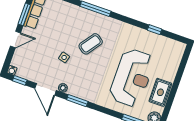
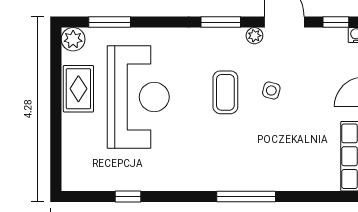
coffee table: (91, 44) -> (225, 92), moved, turned -36
reception desk: (132, 78) -> (138, 97), turned 180

